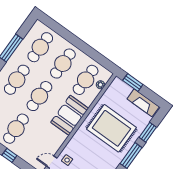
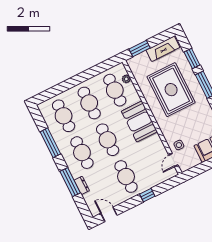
rug: (111, 128) -> (171, 90), turned 90

